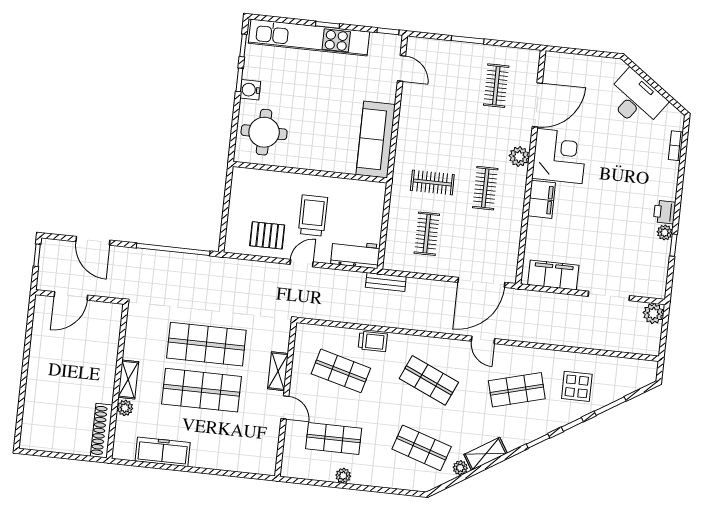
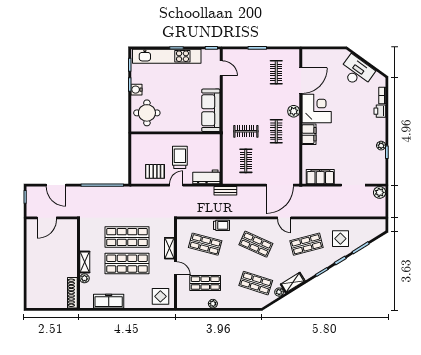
printer: (665, 212) -> (380, 111), moved
display table: (253, 453) -> (160, 296), added

